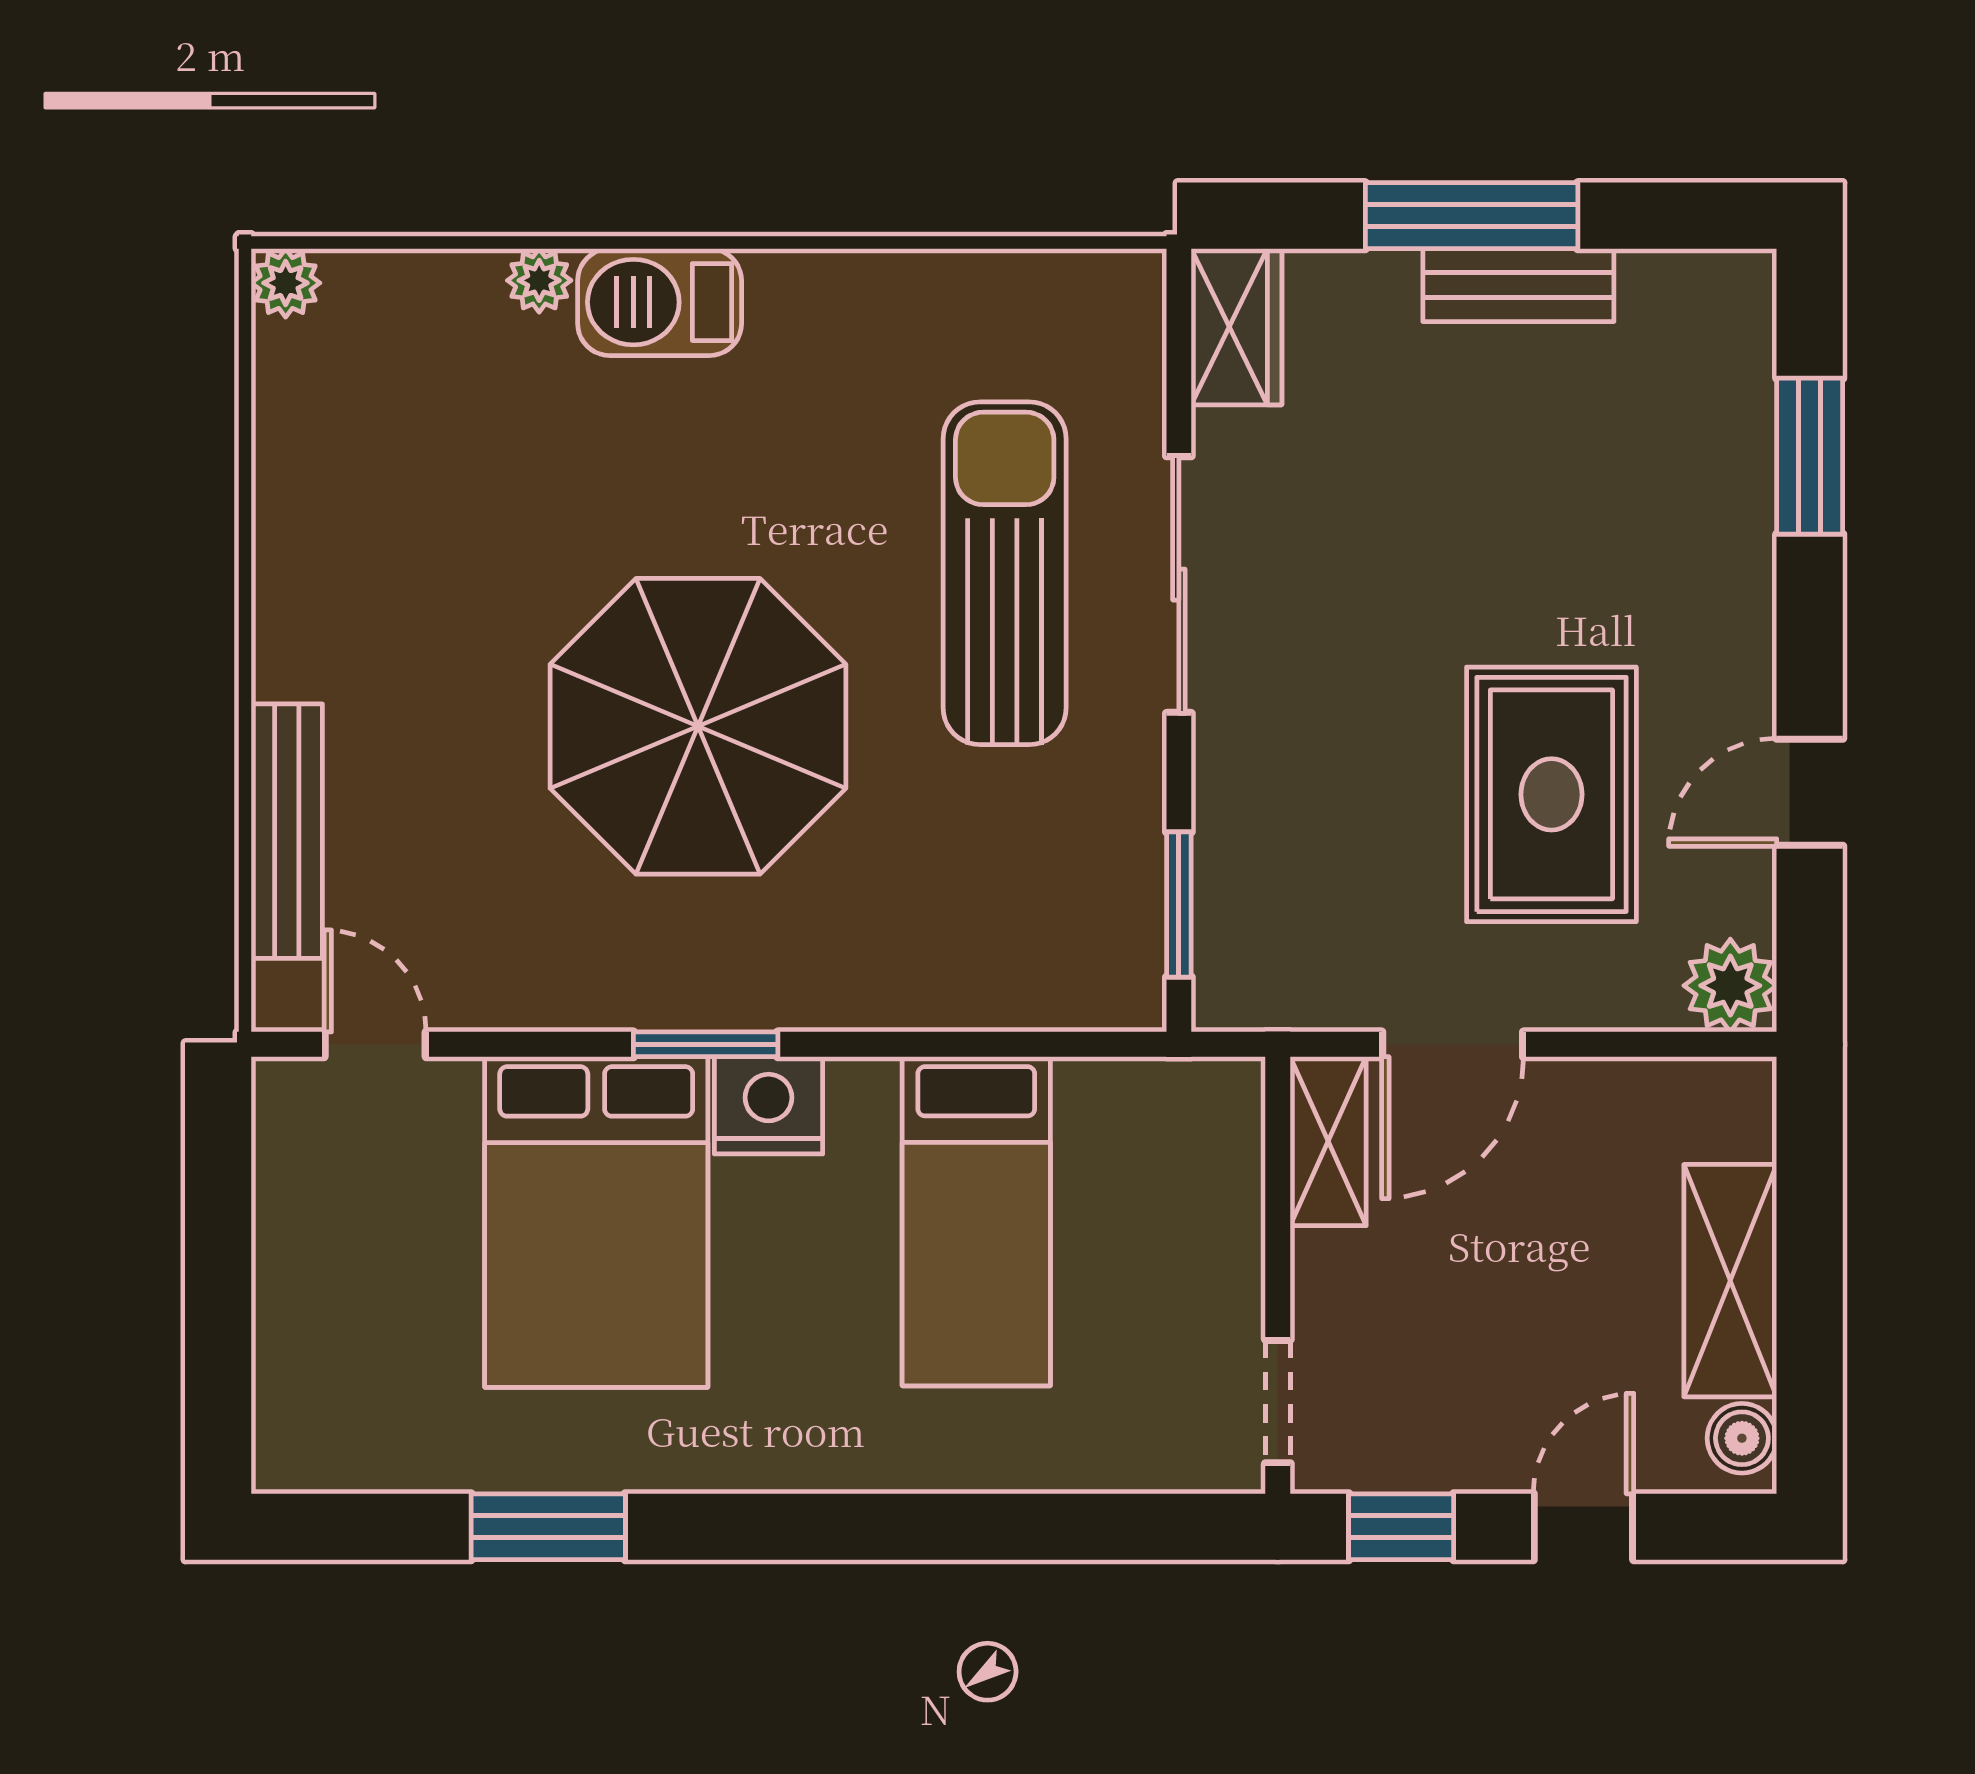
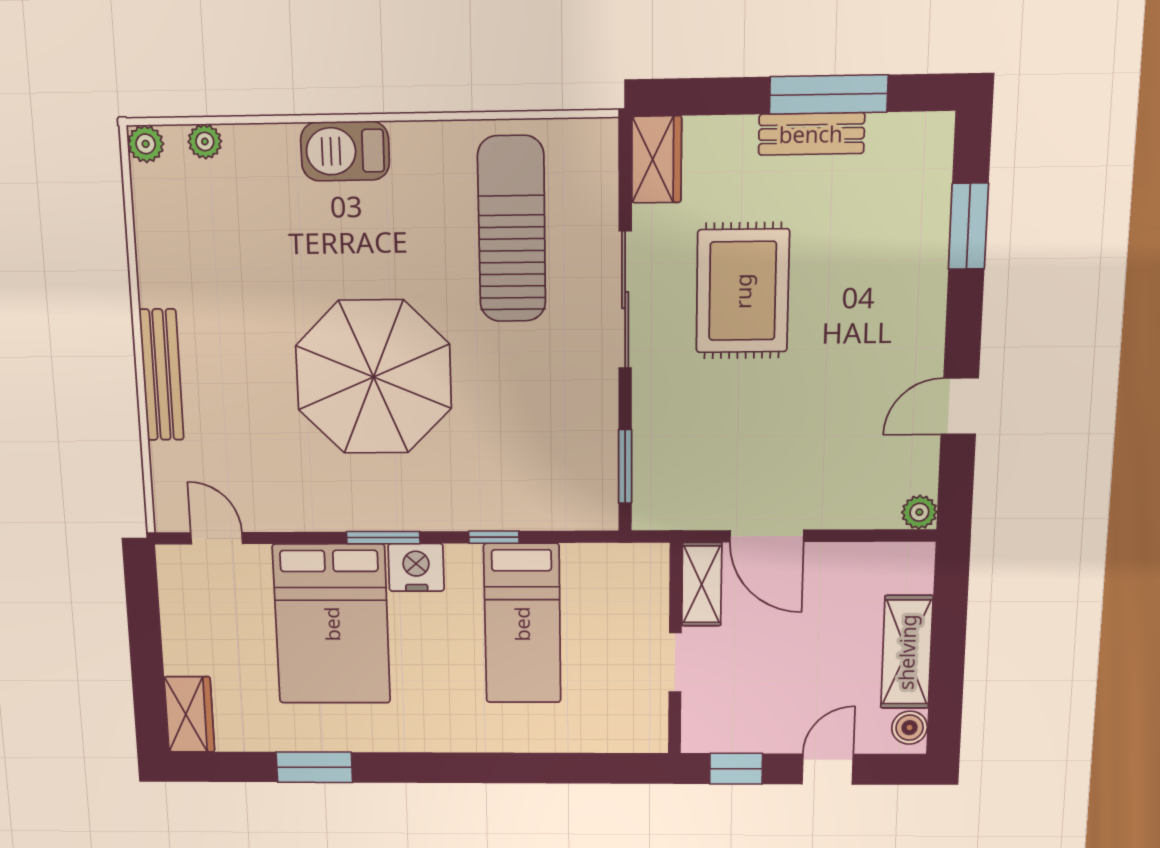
window: (1472, 216) -> (829, 94), moved
plant: (539, 280) -> (205, 142), moved
sun lounger: (1005, 573) -> (512, 229), moved
rug: (1551, 794) -> (743, 291), moved
bench: (287, 831) -> (162, 375), moved
plant: (1730, 986) -> (919, 512), width x0.73, depth x0.73
window: (923, 1044) -> (494, 537), added
door: (1453, 1044) -> (767, 536), hinge flipped
doorway: (1278, 1402) -> (675, 662), moved
wardrobe: (298, 1413) -> (189, 714), added

